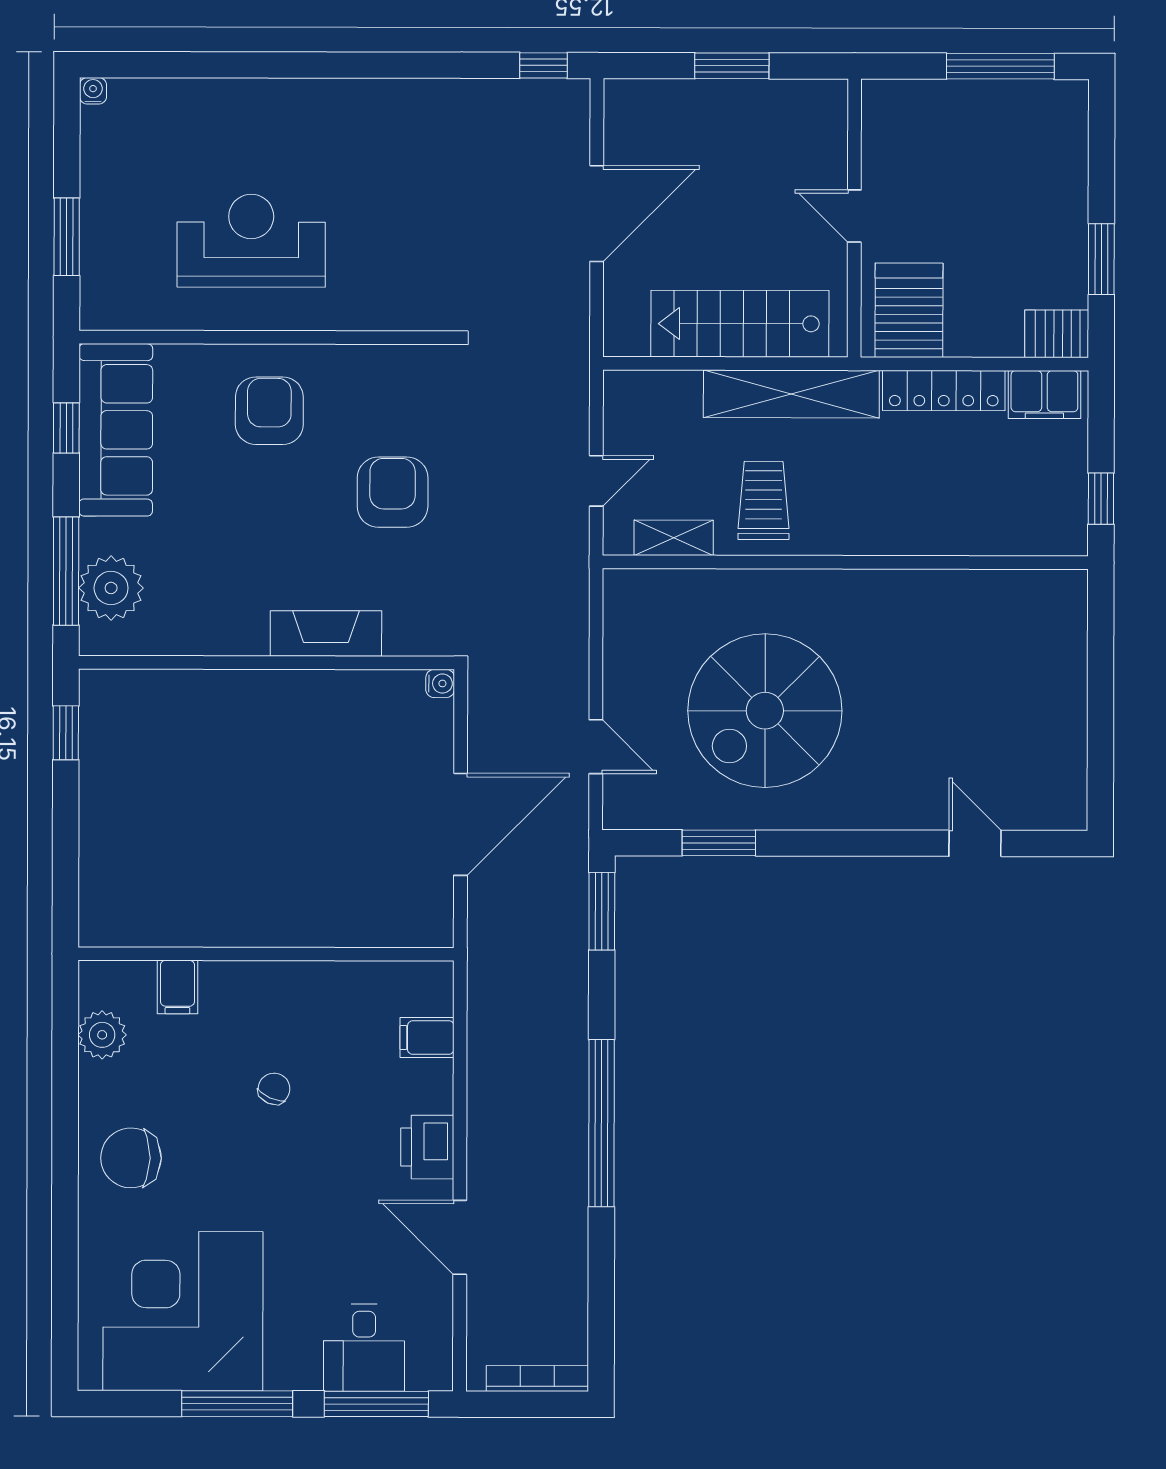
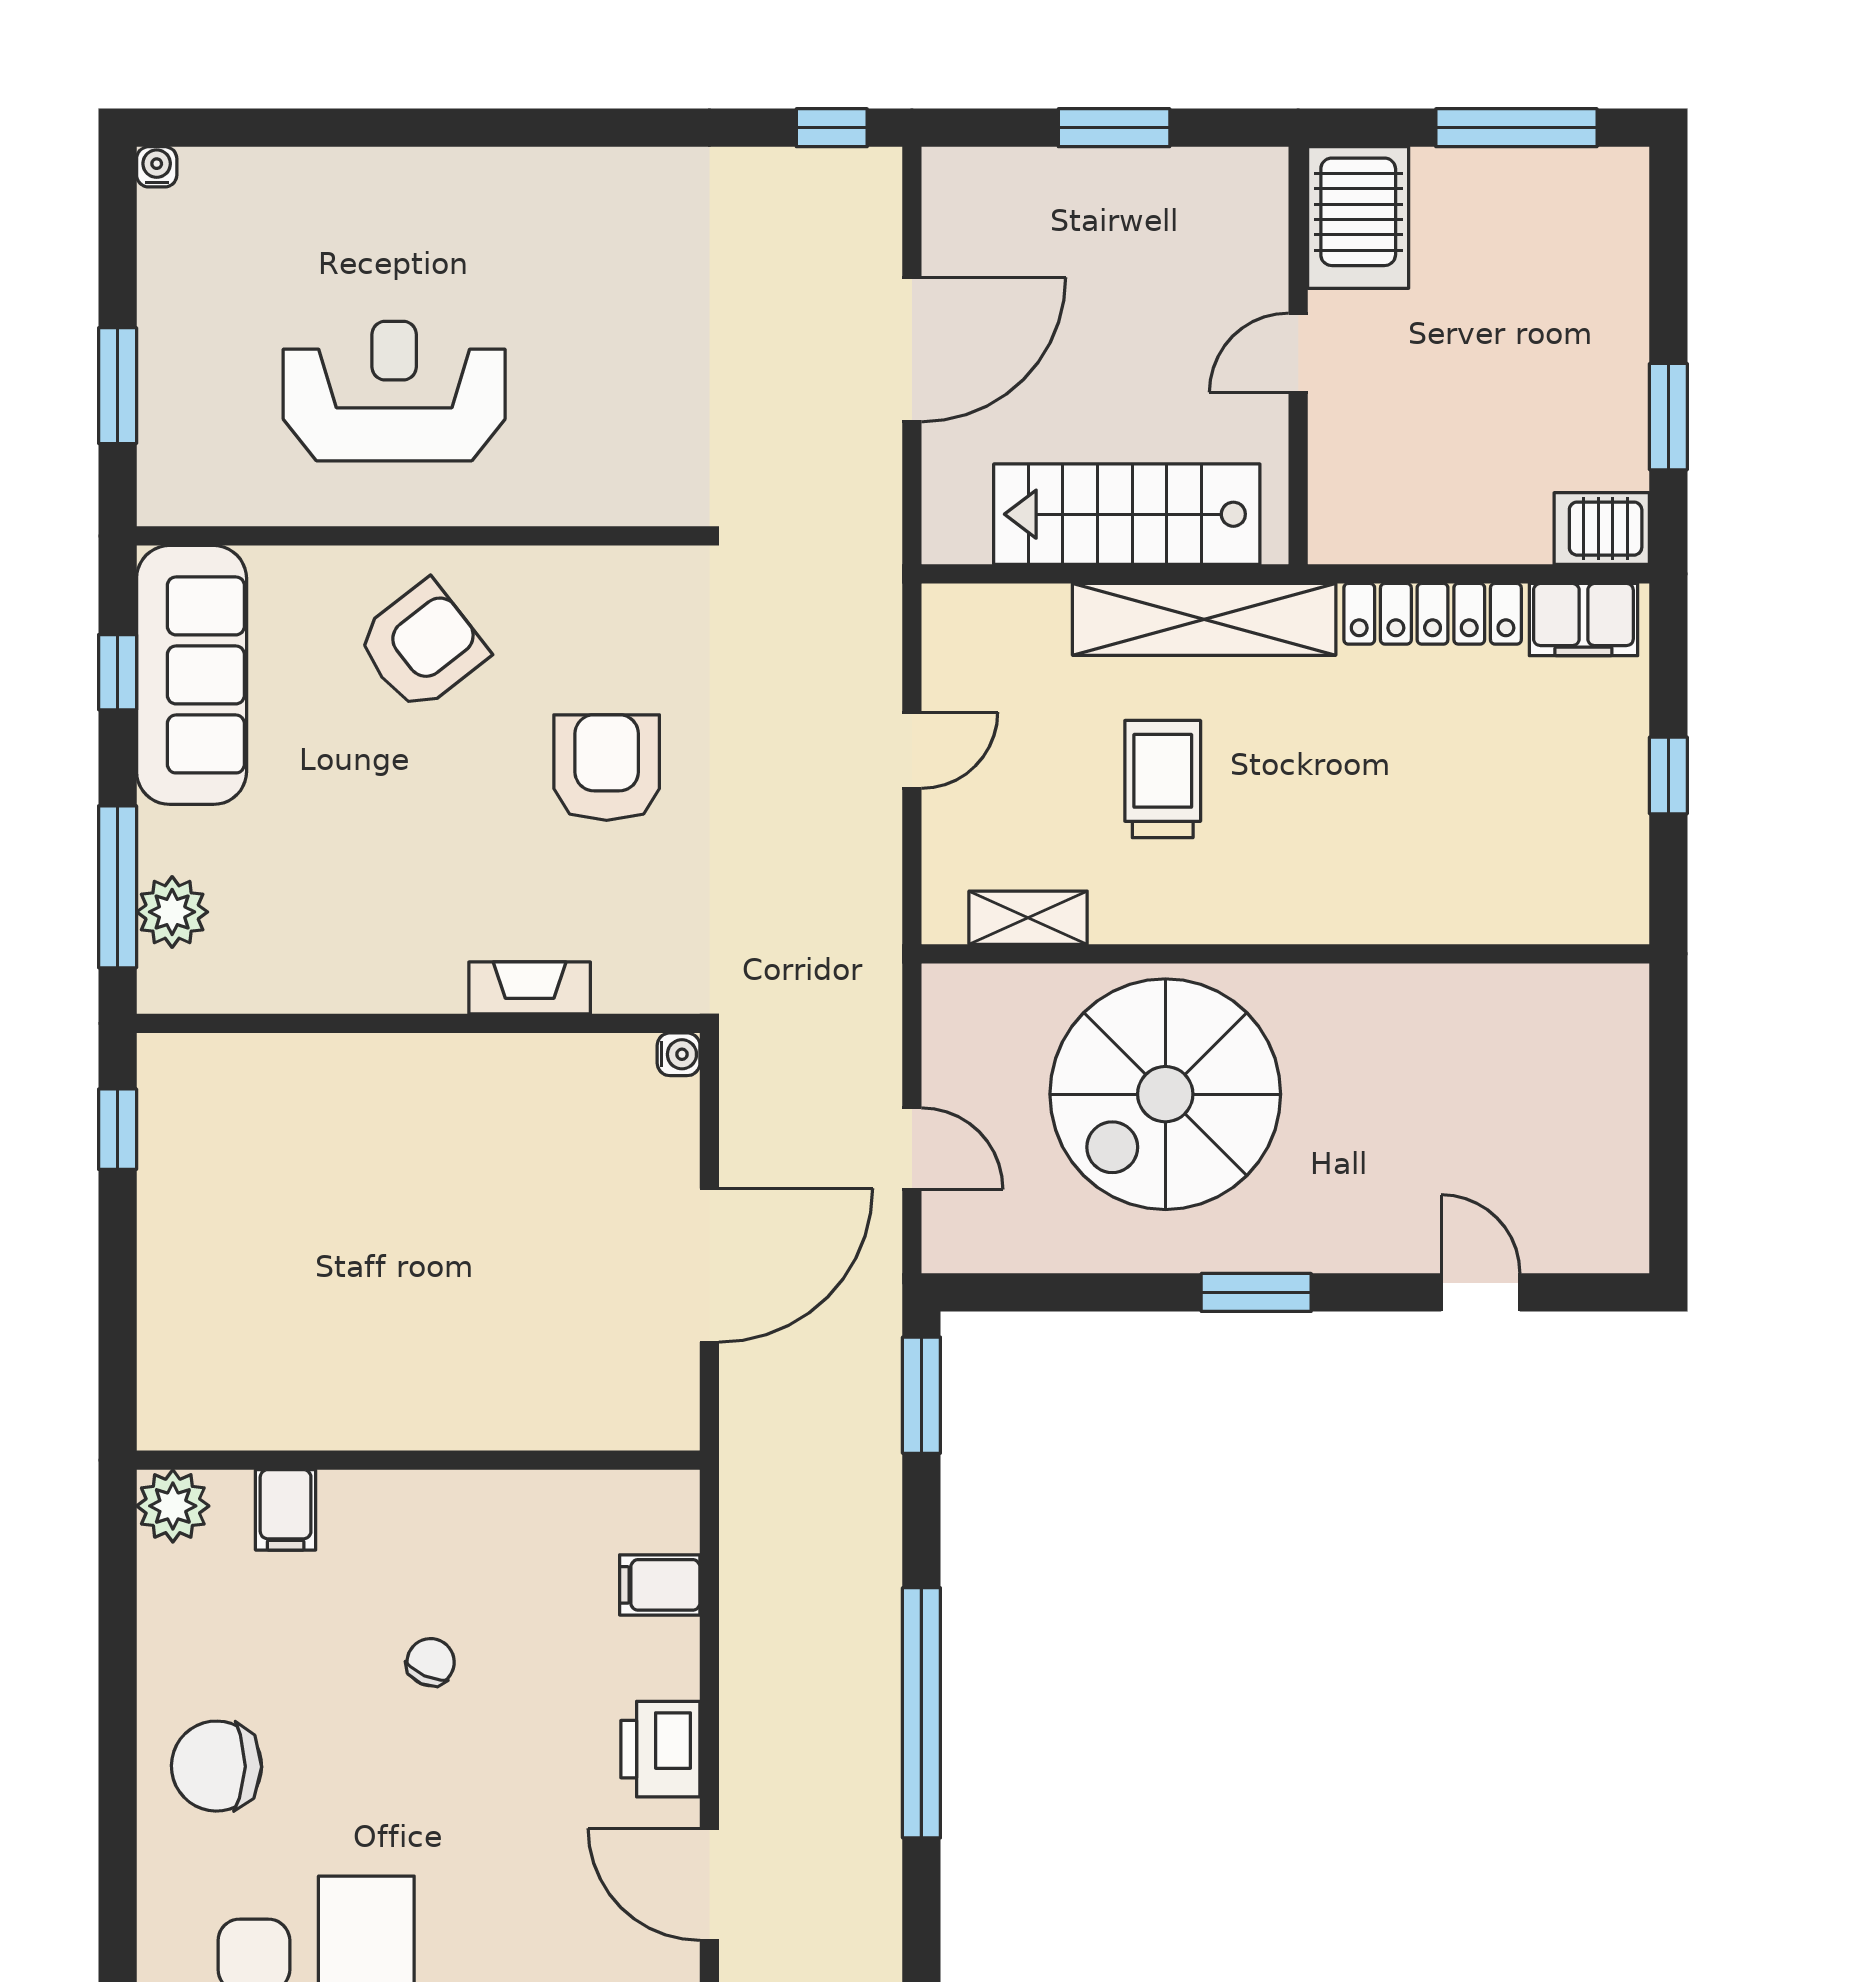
door: (854, 216) -> (1298, 353), hinge flipped
server rack: (909, 310) -> (1358, 217), moved, turned 180
armchair: (269, 411) -> (422, 646), turned 52
shelving: (674, 538) -> (1028, 918), moved
wall: (845, 562) -> (1285, 954), moved
plant: (111, 588) -> (172, 912), width x0.73, depth x0.73
fireplace: (326, 633) -> (530, 988), width x0.73, depth x0.76
window: (719, 843) -> (1256, 1292), moved
plant: (102, 1035) -> (173, 1506), moved

